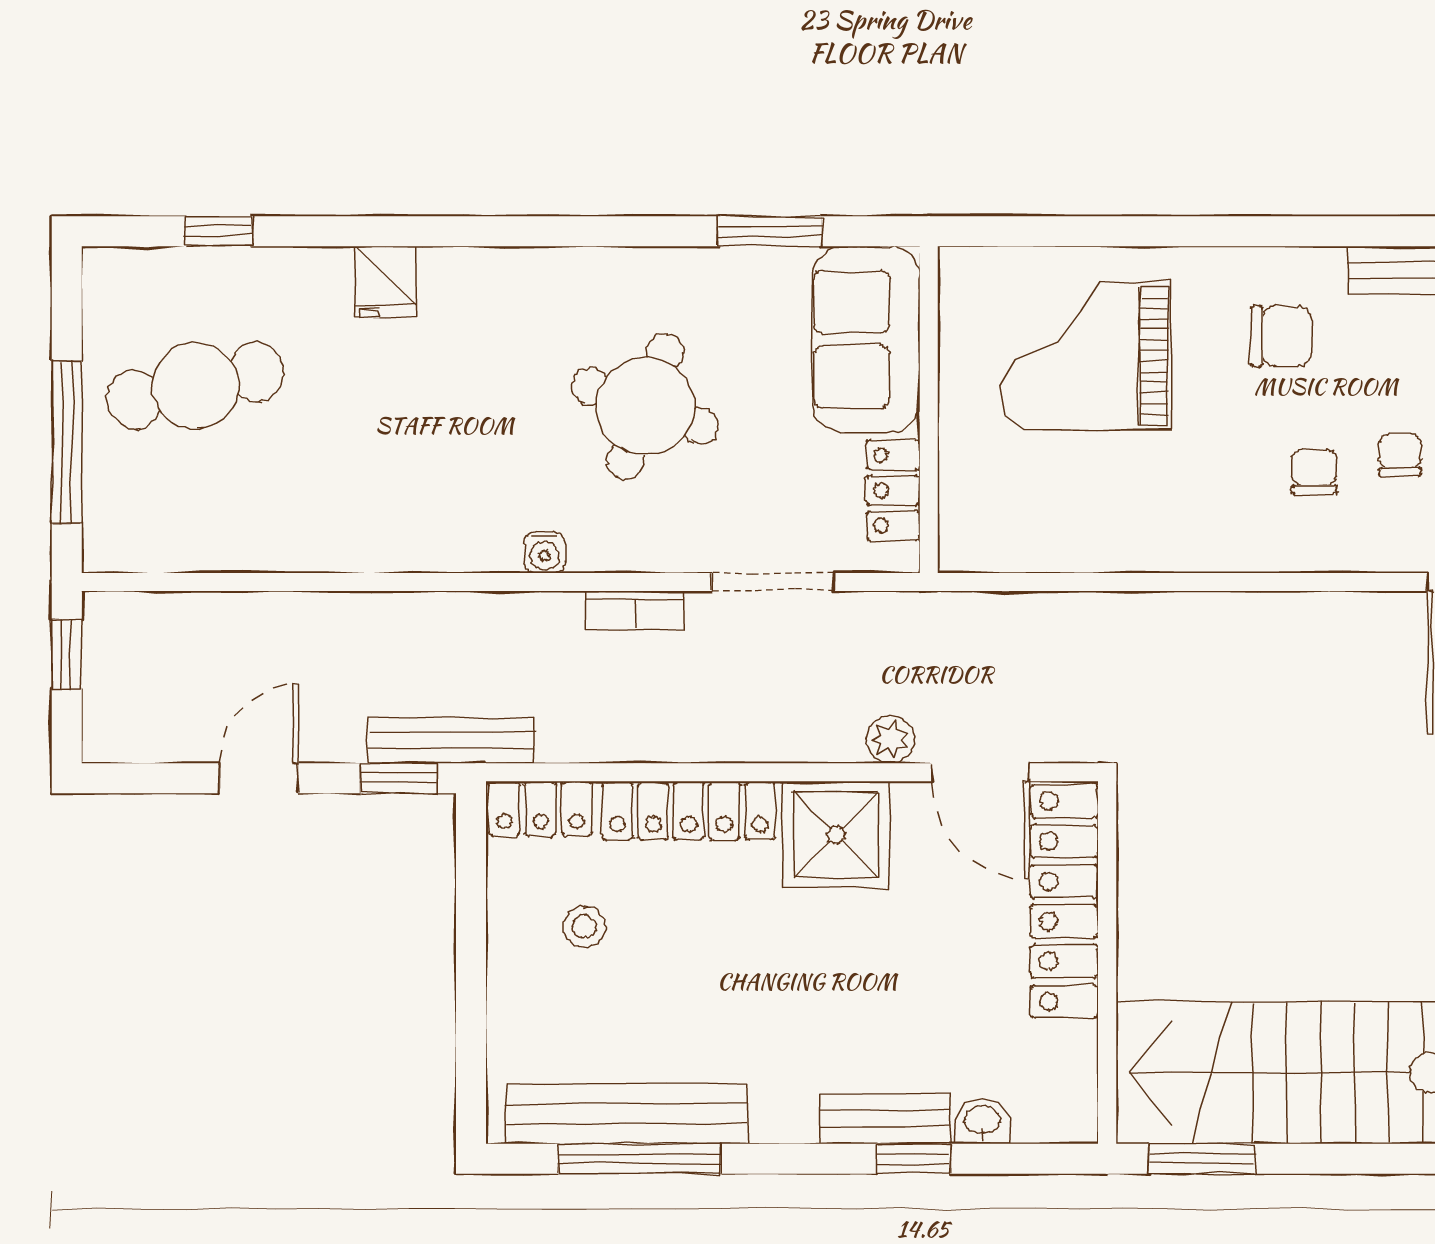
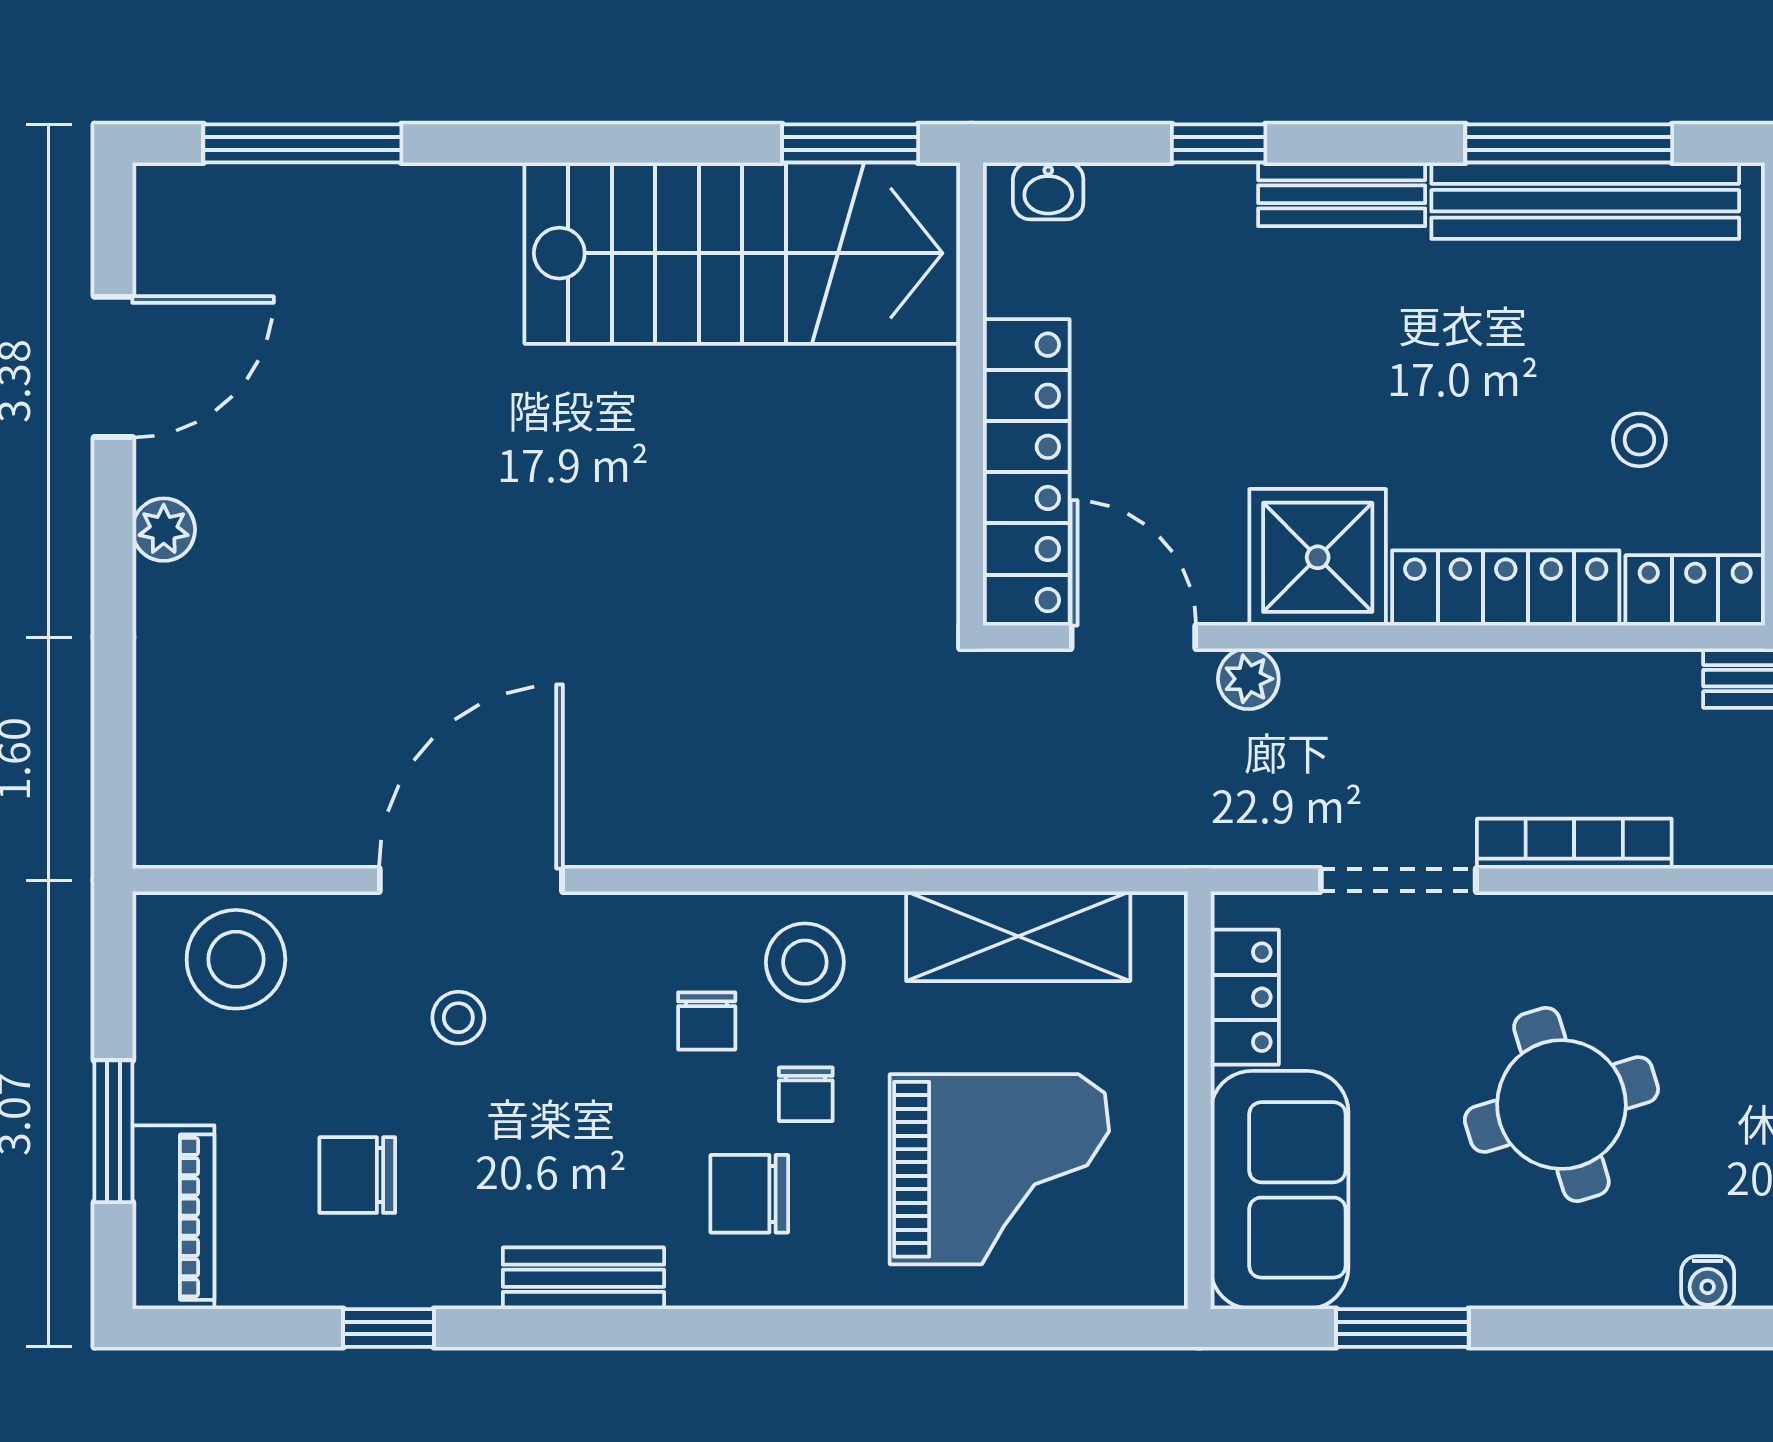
round table: (645, 406) -> (1561, 1104), turned -37
chair: (1400, 455) -> (806, 1094), moved
stool: (1238, 518) -> (805, 962), added
shelving: (1070, 538) -> (1018, 936), added
water cooler: (545, 552) -> (1708, 1283), moved, turned 180
bookcase: (635, 610) -> (1574, 844), width x1.56
bench: (885, 1119) -> (1342, 194), moved
washbasin: (982, 1122) -> (1048, 191), moved

